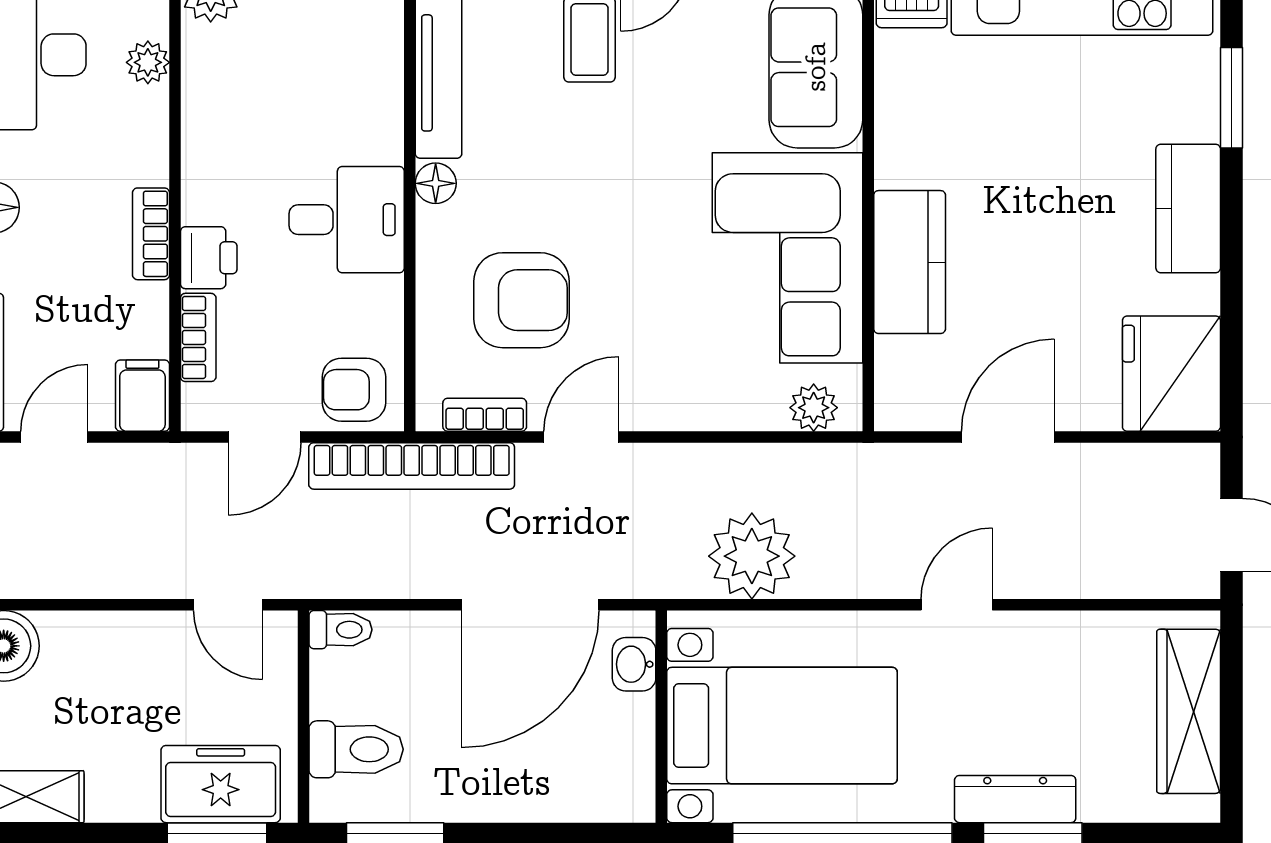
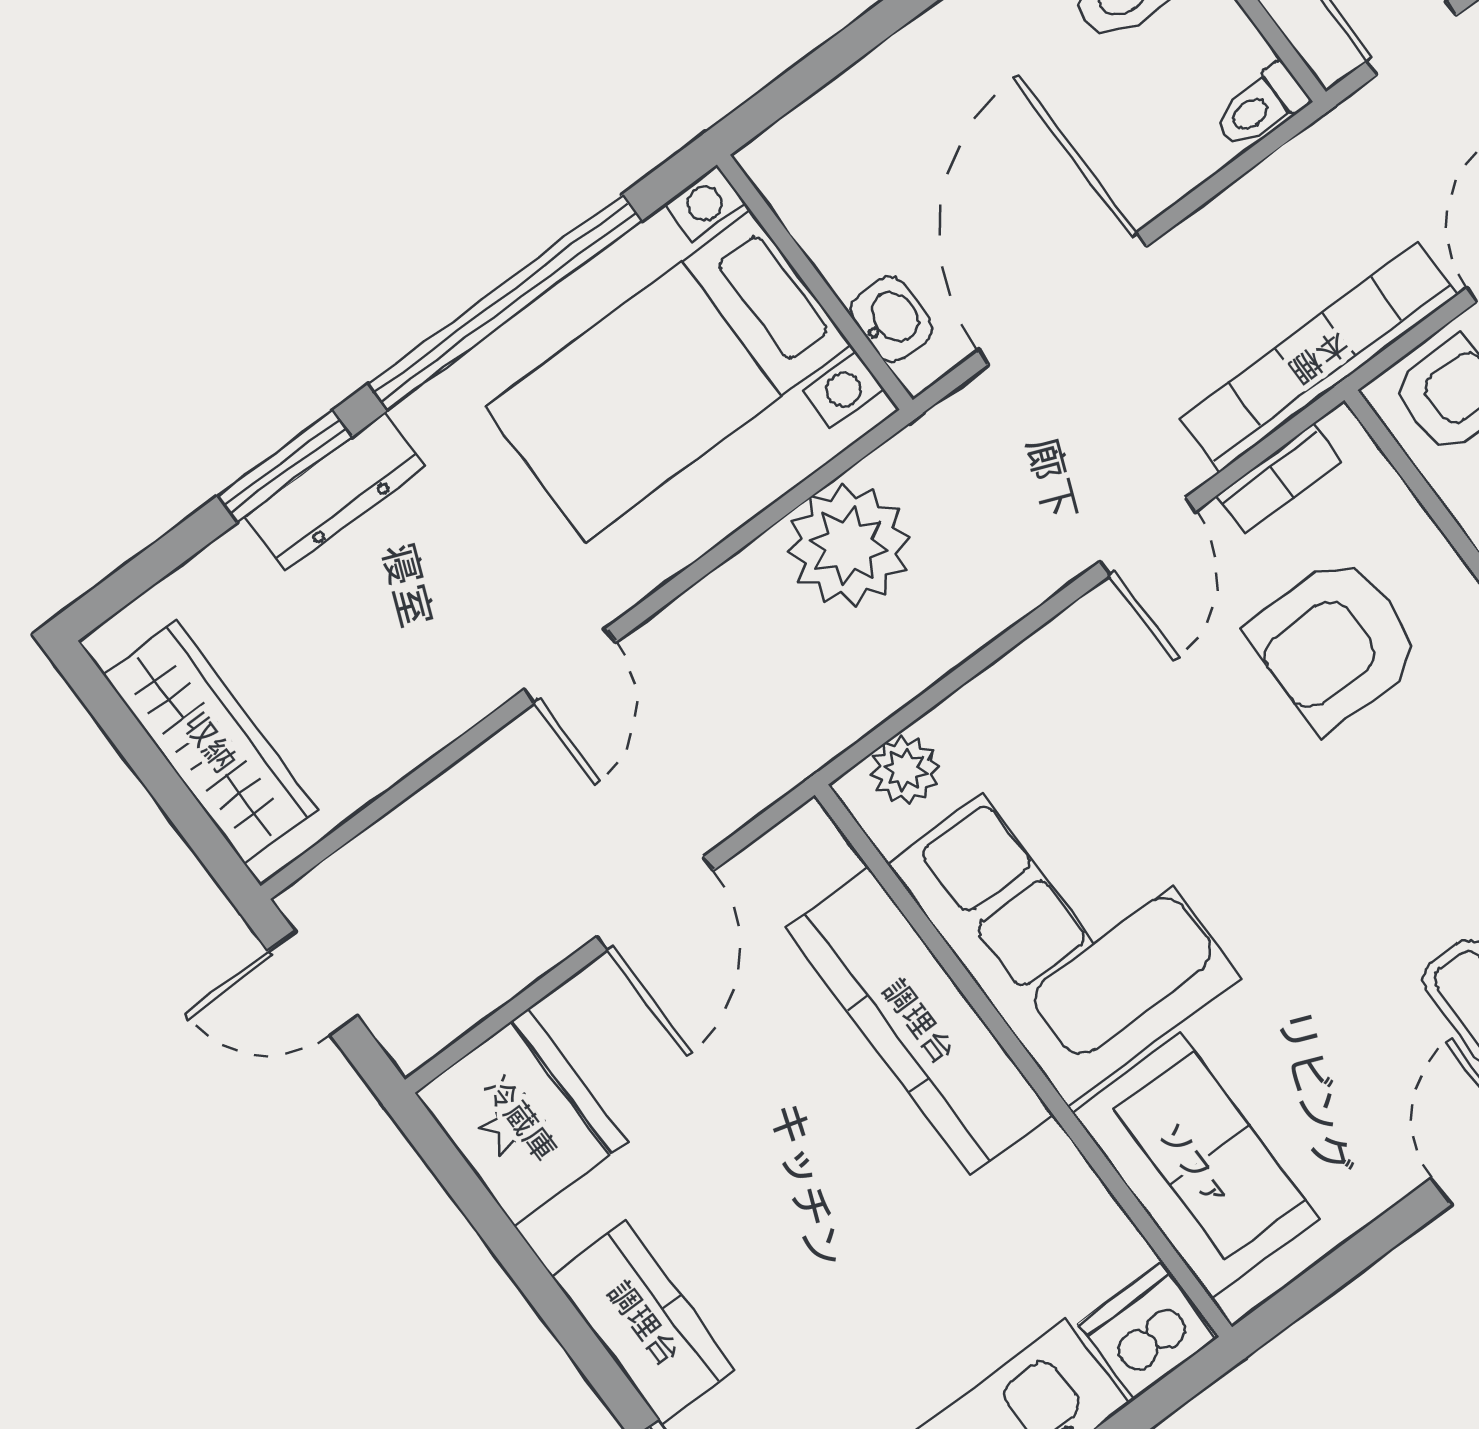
kitchen counter: (910, 262) -> (919, 1021), width x1.50

